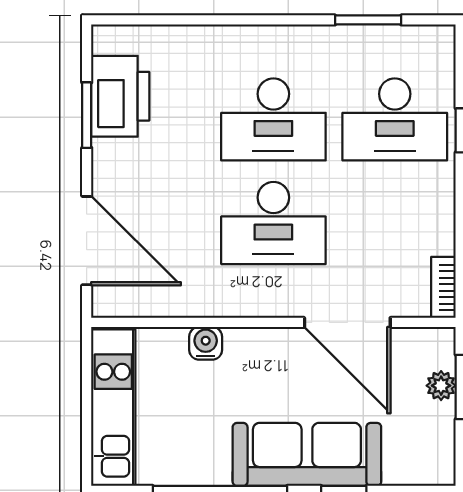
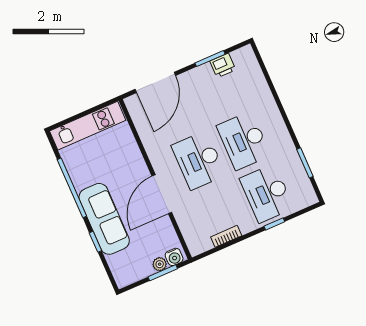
printer: (120, 96) -> (223, 65), width x0.53, depth x0.68
bookcase: (443, 287) -> (226, 236), moved
door: (347, 322) -> (162, 194), moved
water cooler: (206, 343) -> (174, 257), moved, turned 90

